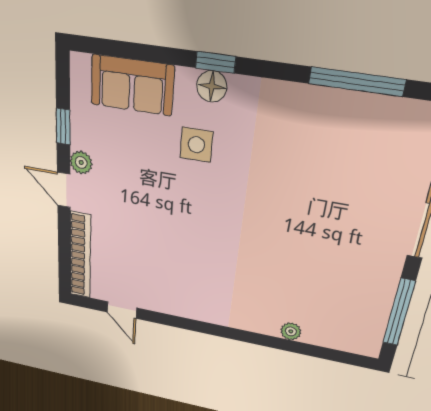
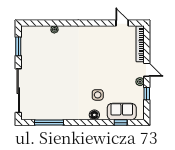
window: (216, 62) -> (121, 123), moved
window: (399, 312) -> (18, 46), width x0.69

